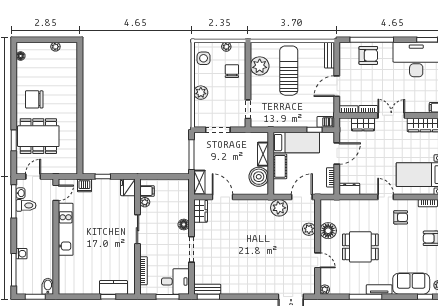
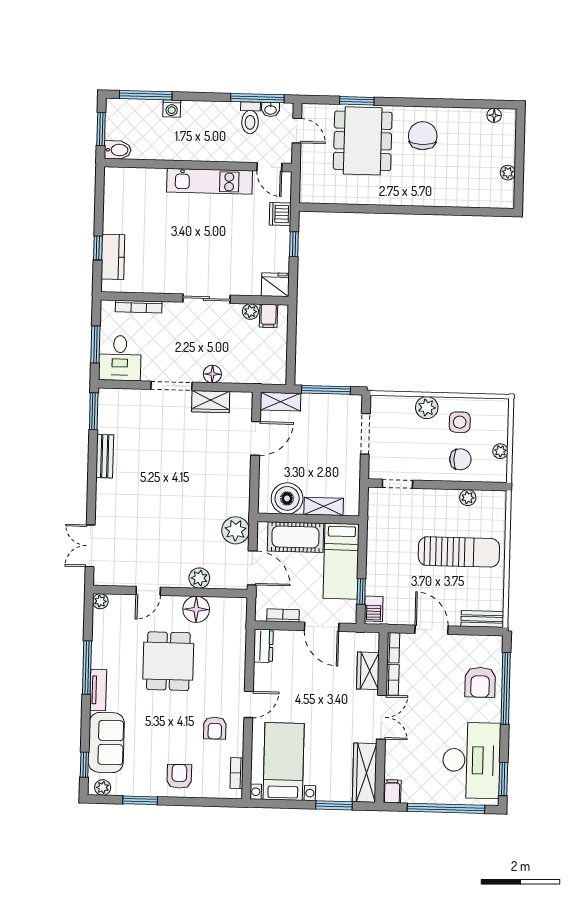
side table: (204, 58) -> (460, 422), moved
plant: (260, 66) -> (468, 498), width x0.53, depth x0.53
cot: (280, 166) -> (295, 537), width x1.37, depth x1.34
wardrobe: (201, 211) -> (211, 402), moved
bench: (207, 289) -> (105, 456), moved

